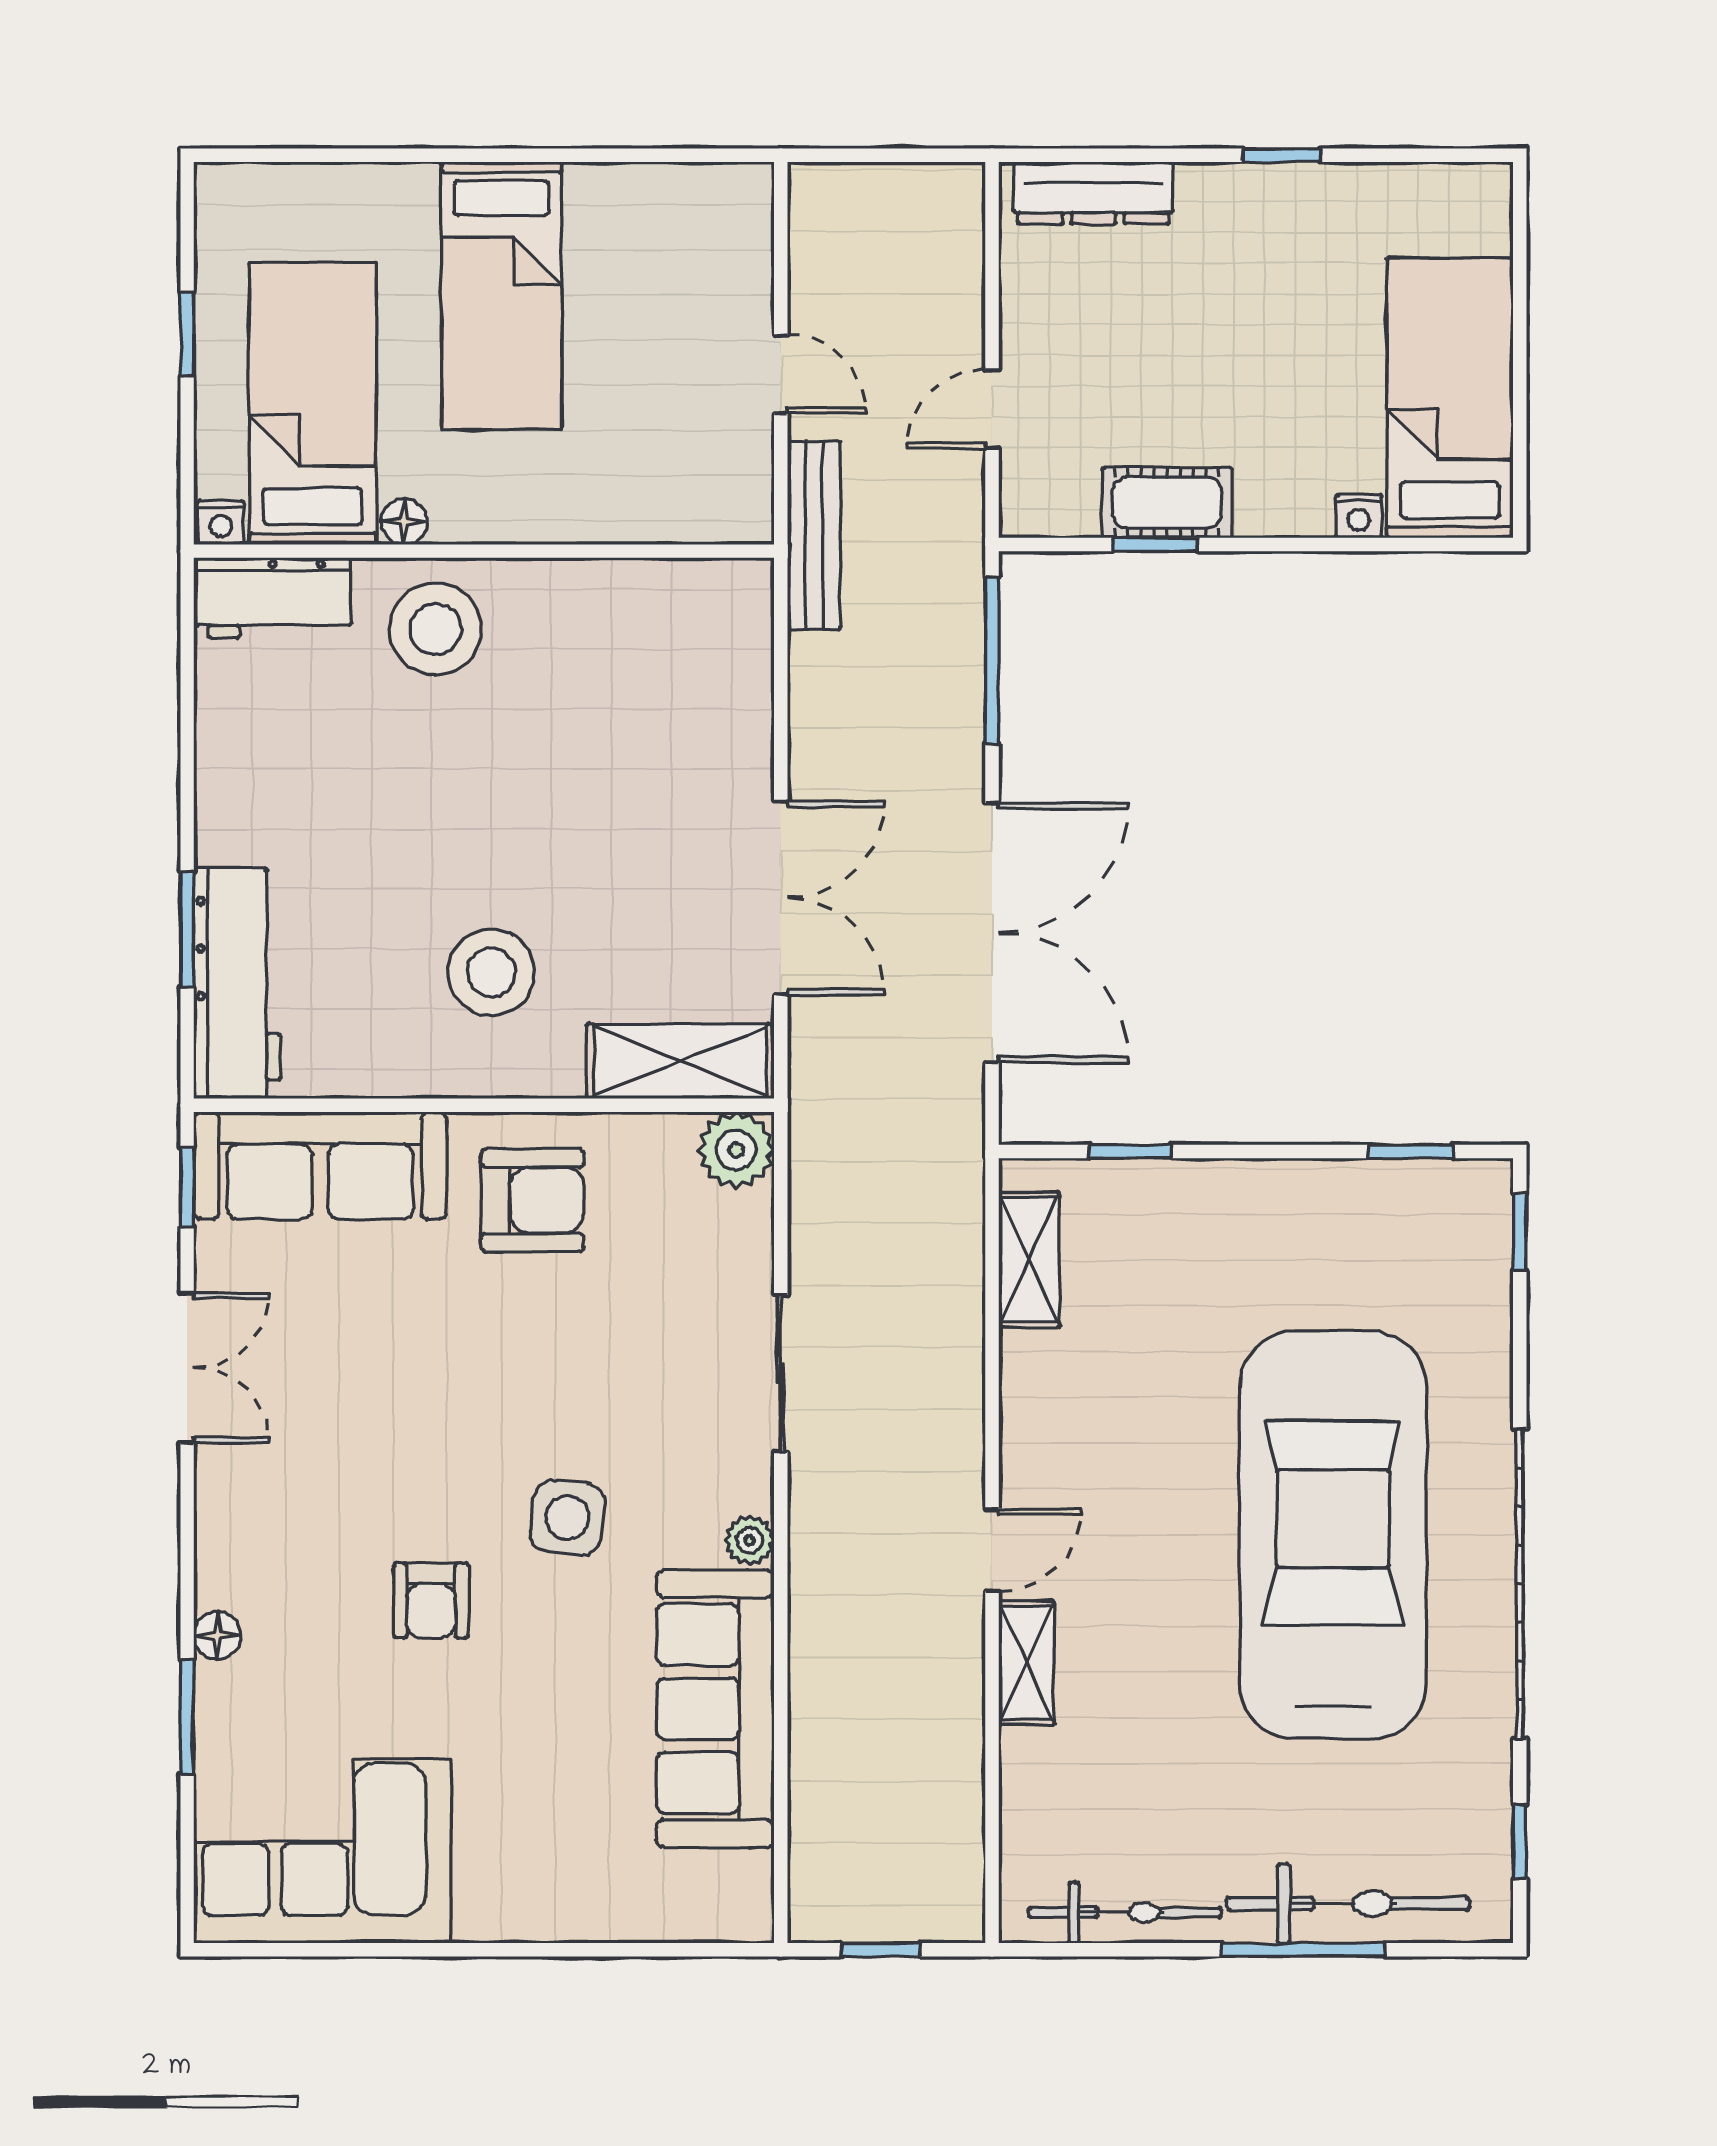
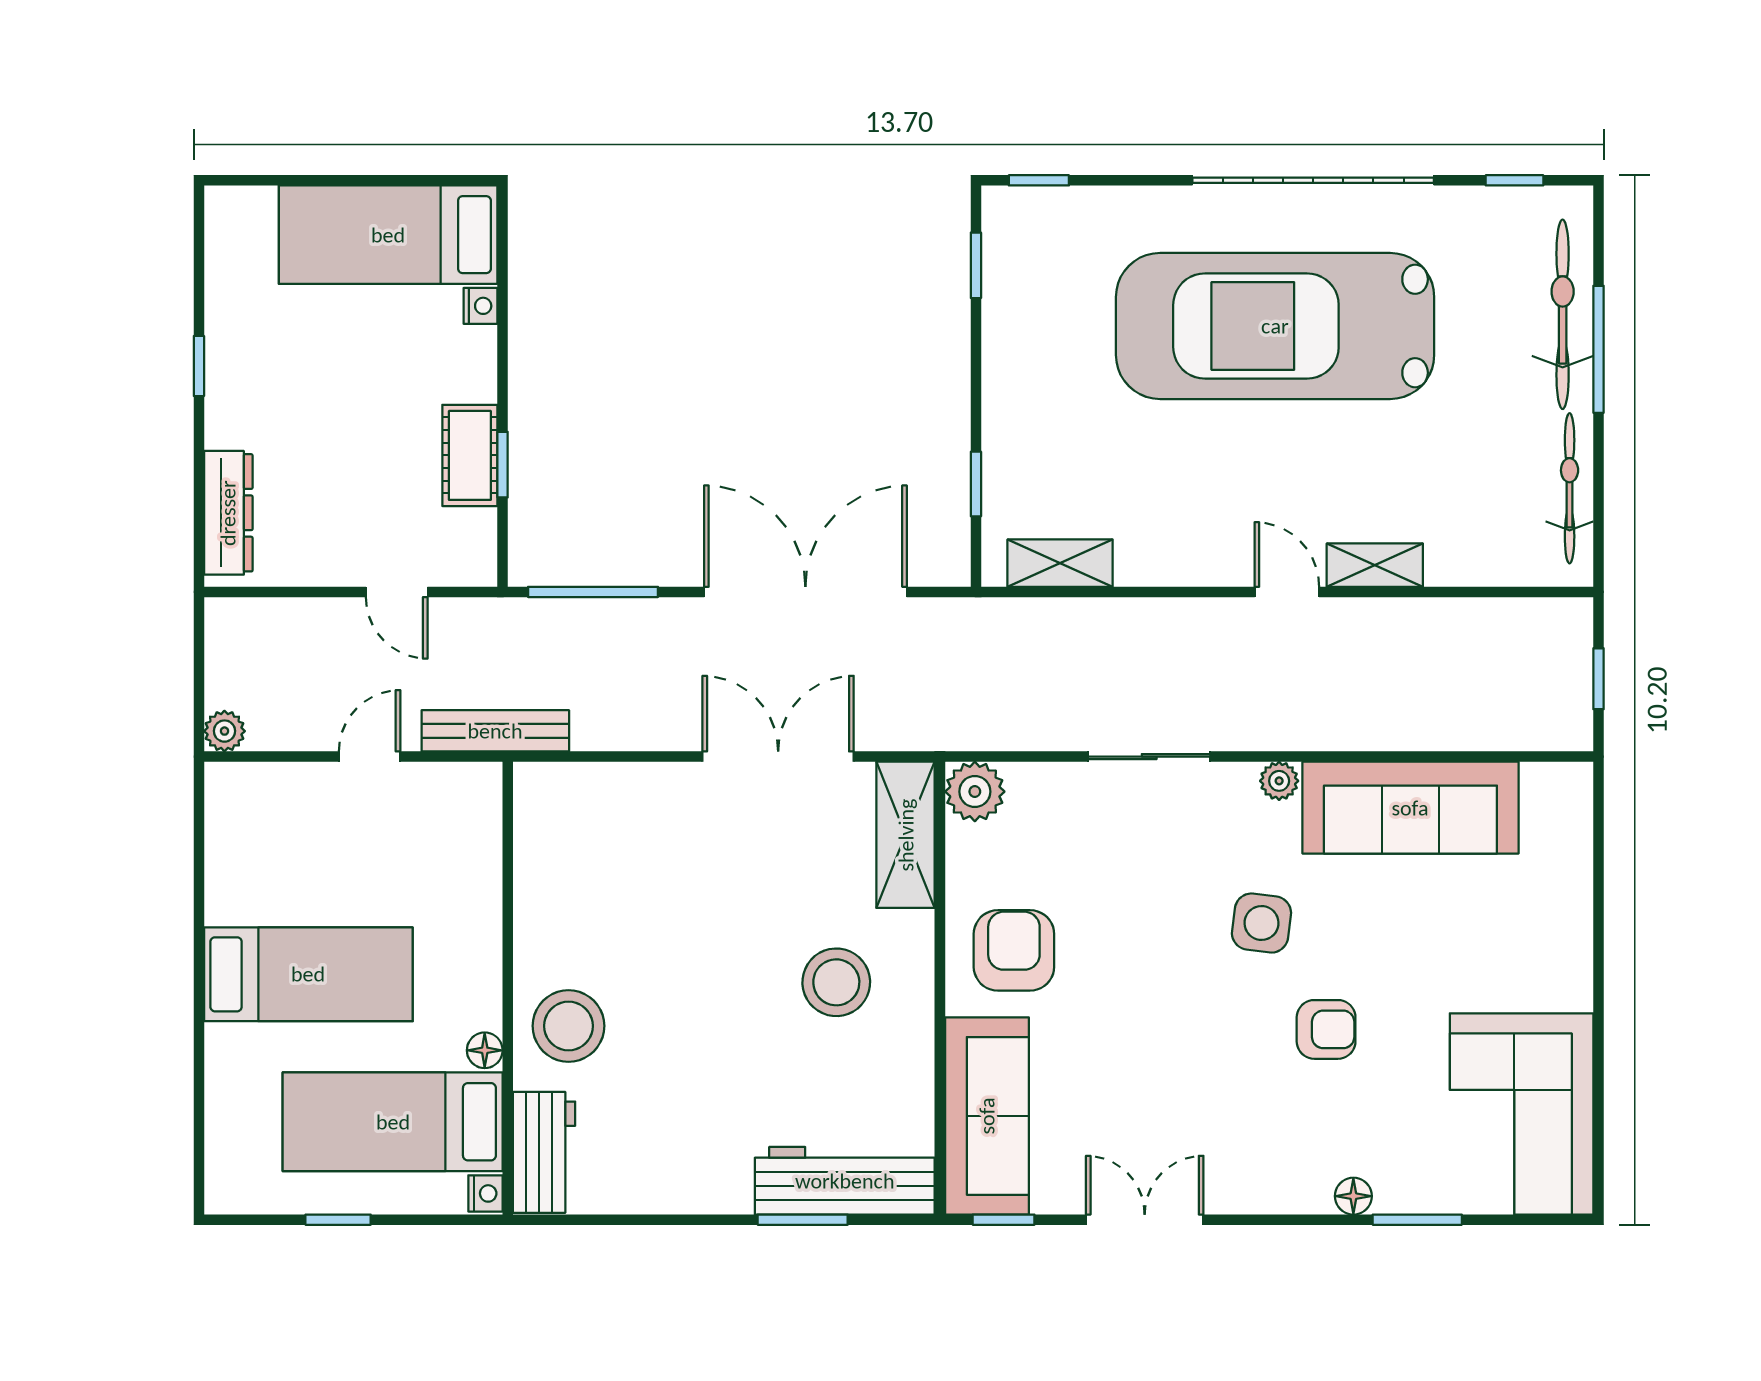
plant: (814, 188) -> (224, 731), added

